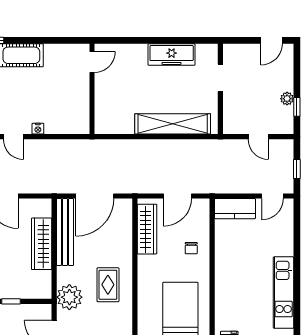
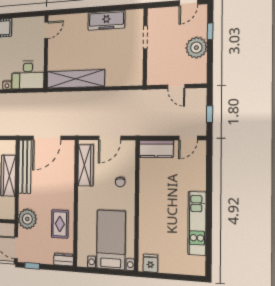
plant: (287, 99) -> (196, 48), width x1.88, depth x1.88
window: (297, 107) -> (210, 31), moved
desk: (67, 117) -> (28, 75), added
shelving: (173, 124) -> (75, 79), moved
rug: (108, 285) -> (60, 224), moved

